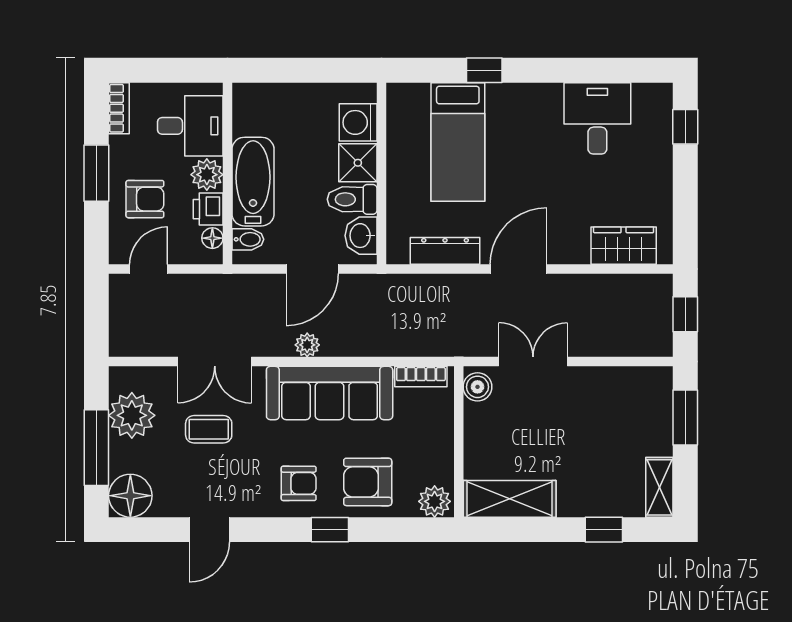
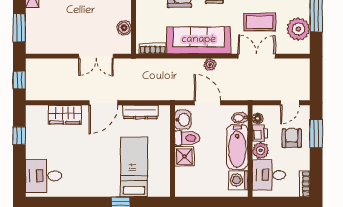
desk: (597, 118) -> (44, 176), moved, turned 90
washing machine: (358, 122) -> (238, 180), moved, turned 180
window: (685, 127) -> (19, 136), moved
window: (96, 173) -> (316, 133), moved
armchair: (145, 199) -> (292, 138), turned 90
wardrobe: (624, 246) -> (65, 115), moved
door: (312, 269) -> (207, 103), hinge flipped
boiler: (477, 387) -> (124, 28), moved
coffee table: (209, 429) -> (260, 22), width x1.36, depth x1.30

